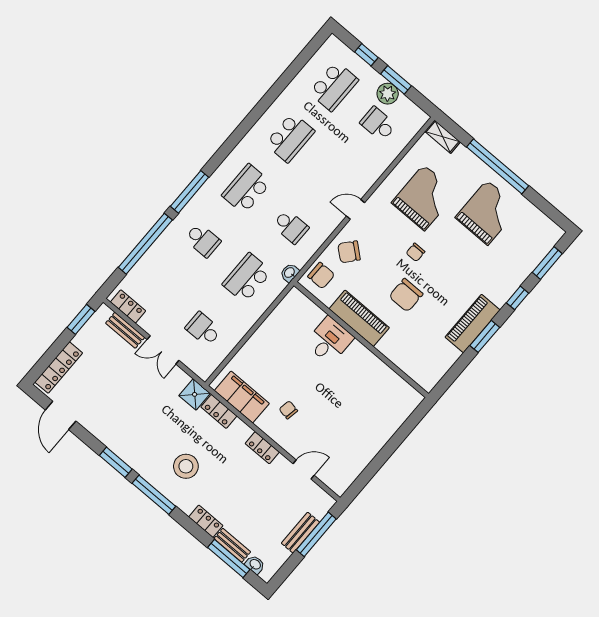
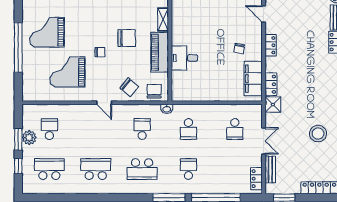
school desk: (378, 124) -> (49, 129), turned 180
shelving: (443, 137) -> (163, 19), moved
school desk: (247, 278) -> (188, 129), width x0.54
stool: (186, 466) -> (318, 133), moved

